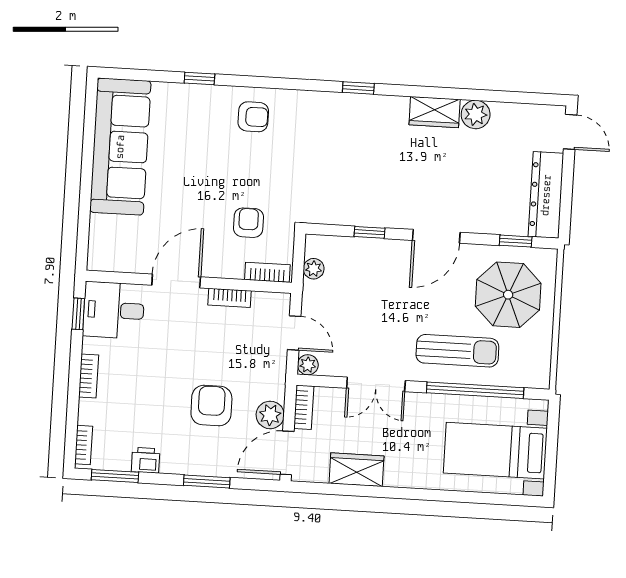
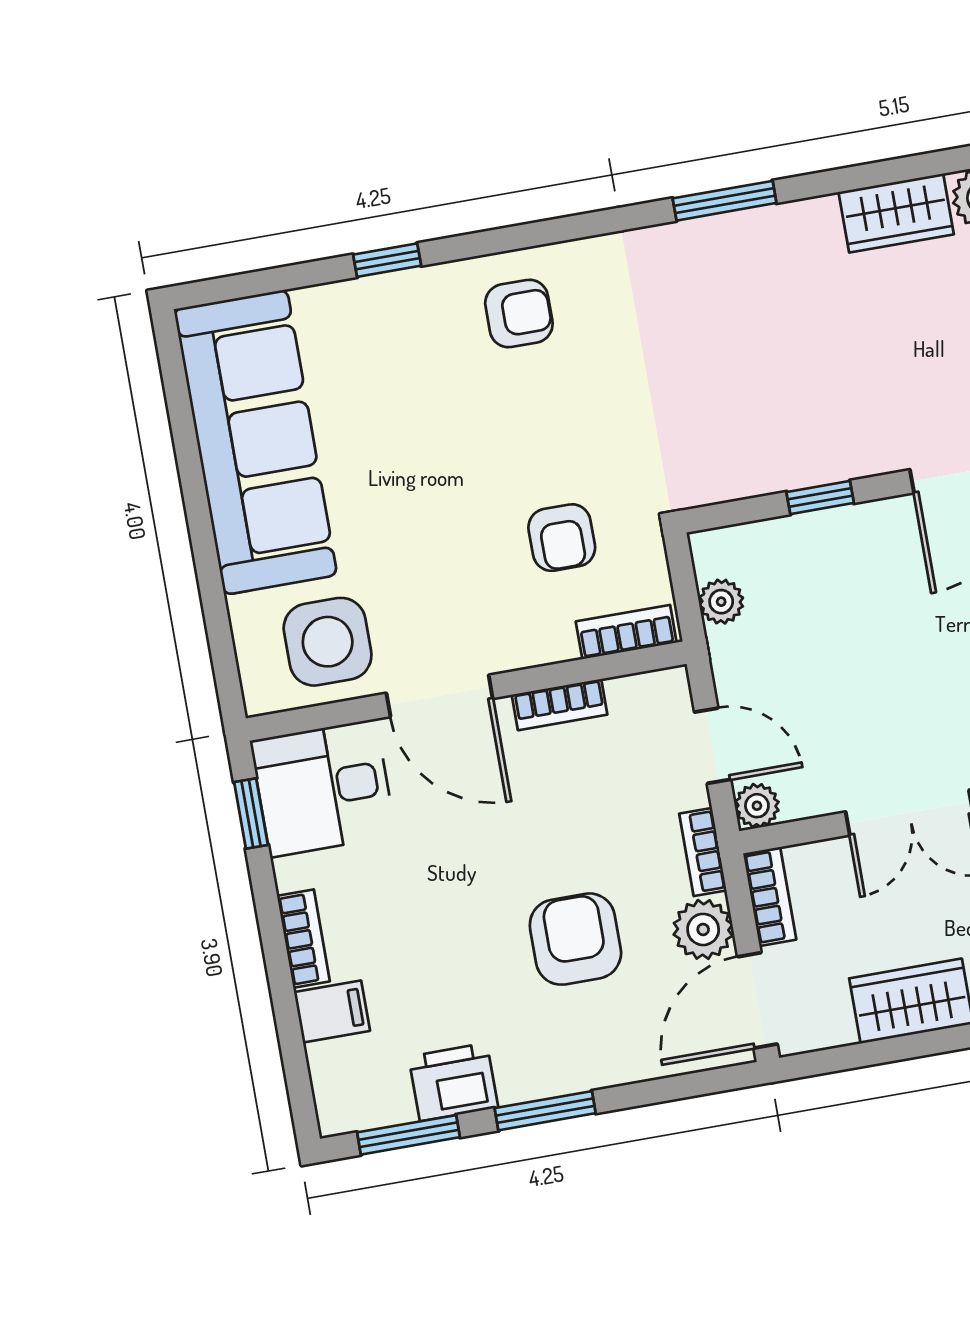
window: (358, 88) -> (725, 201), width x1.50
armchair: (248, 223) -> (562, 538), turned 180
side table: (131, 244) -> (328, 642), added
door: (176, 281) -> (440, 696), swing flipped
filing cabinet: (94, 412) -> (332, 1012), added
bookcase: (84, 445) -> (703, 852), moved, turned 180
printer: (146, 460) -> (453, 1082), width x1.36, depth x1.24
window: (207, 482) -> (545, 1111), moved

